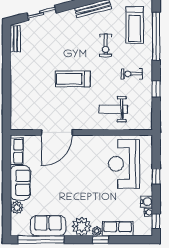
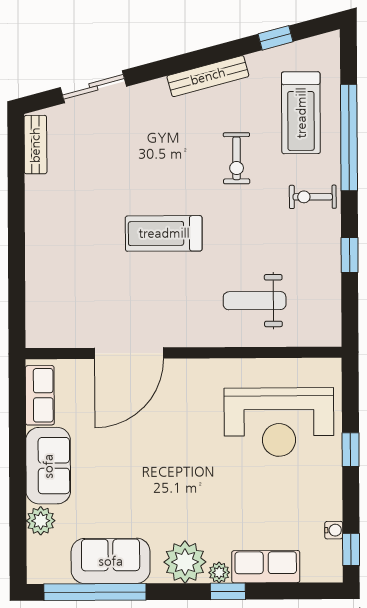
exercise bike: (132, 74) -> (313, 197), moved
reception desk: (124, 164) -> (279, 422), turned -90
water cooler: (147, 202) -> (330, 506), removed

